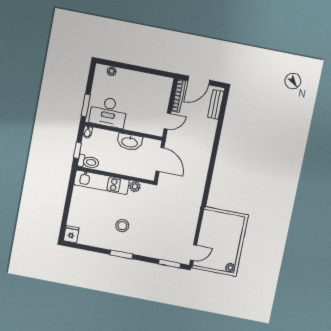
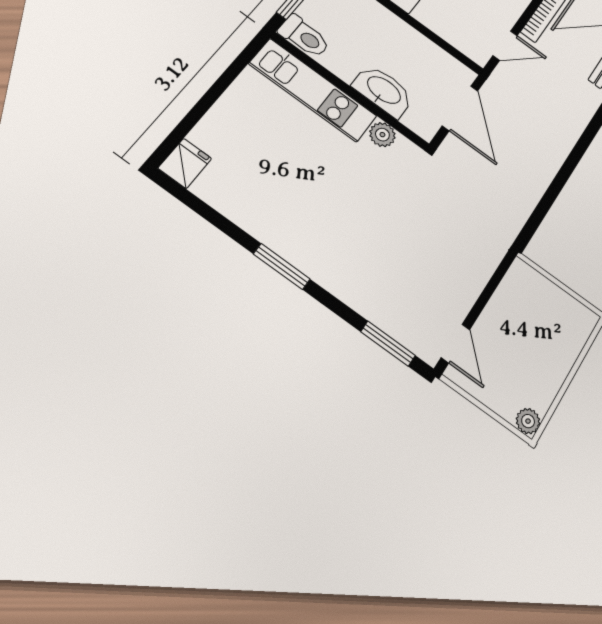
washbasin: (130, 142) -> (383, 91), moved, turned 180
stool: (122, 226) -> (316, 203), removed
door: (194, 253) -> (455, 344), hinge flipped

